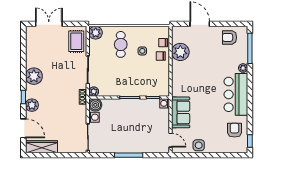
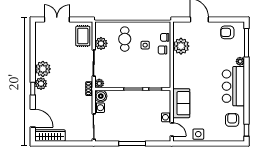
plant: (96, 33) -> (101, 43), moved
washing machine: (165, 103) -> (166, 117), moved
plant: (32, 105) -> (41, 84), moved

